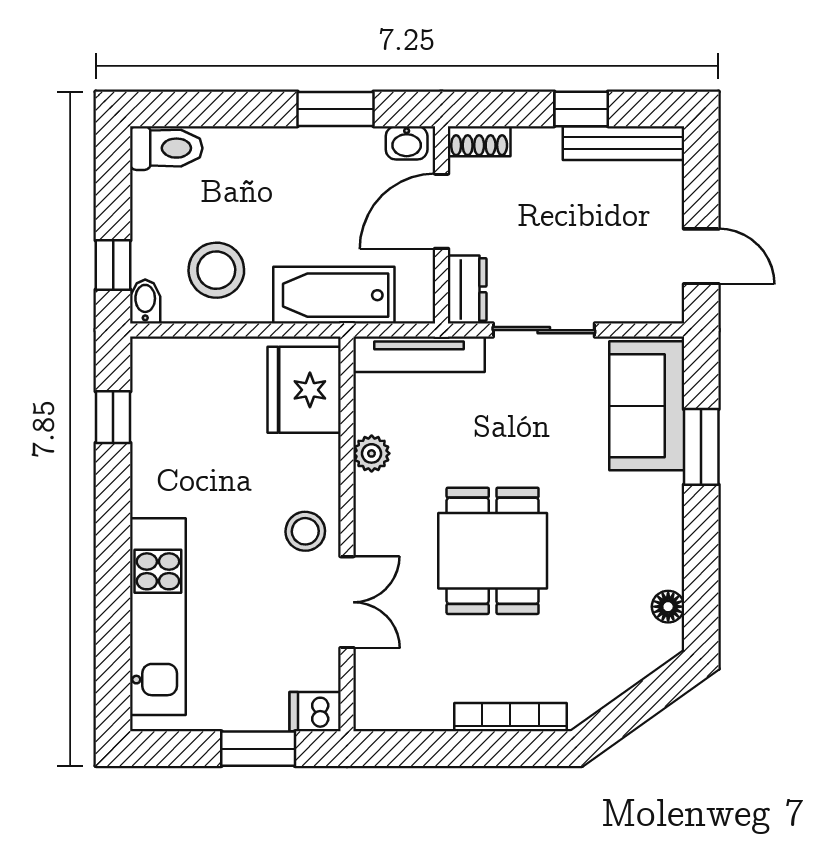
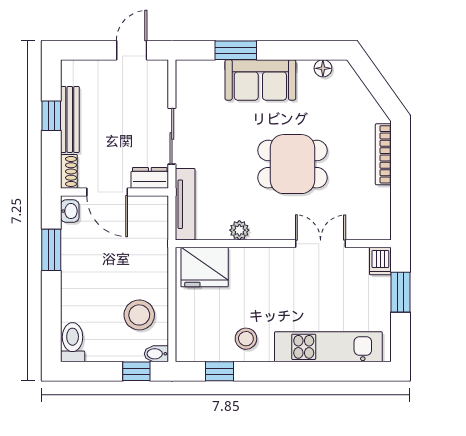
bench: (623, 143) -> (70, 119), moved
bathtub: (334, 295) -> (153, 251), removed
sofa: (647, 406) -> (260, 80), moved
stool: (305, 531) -> (246, 339), moved

